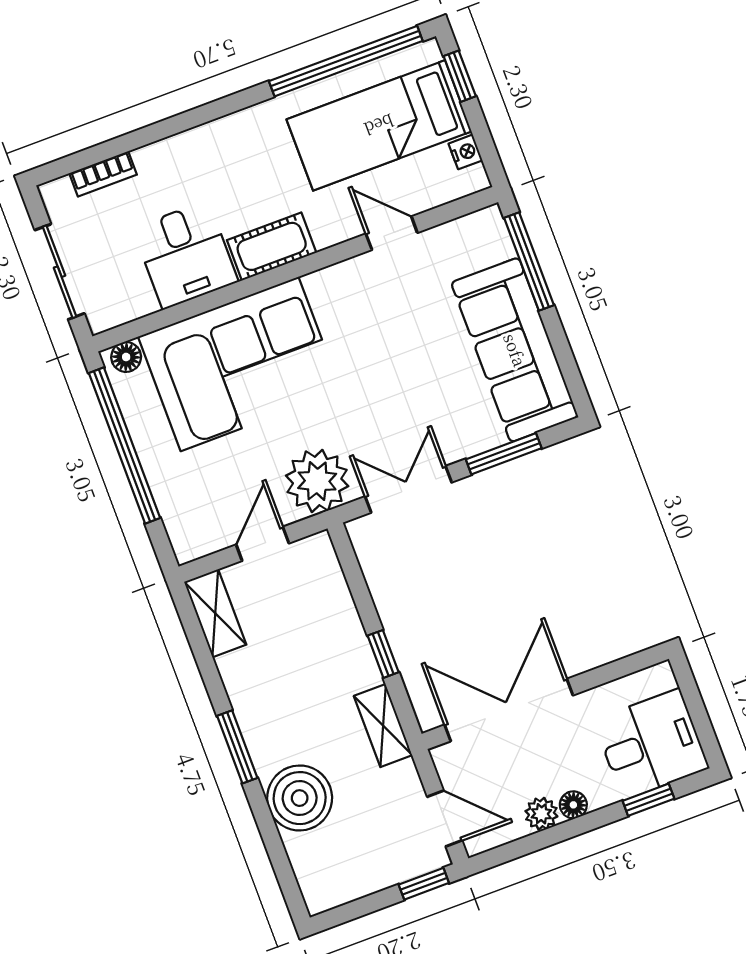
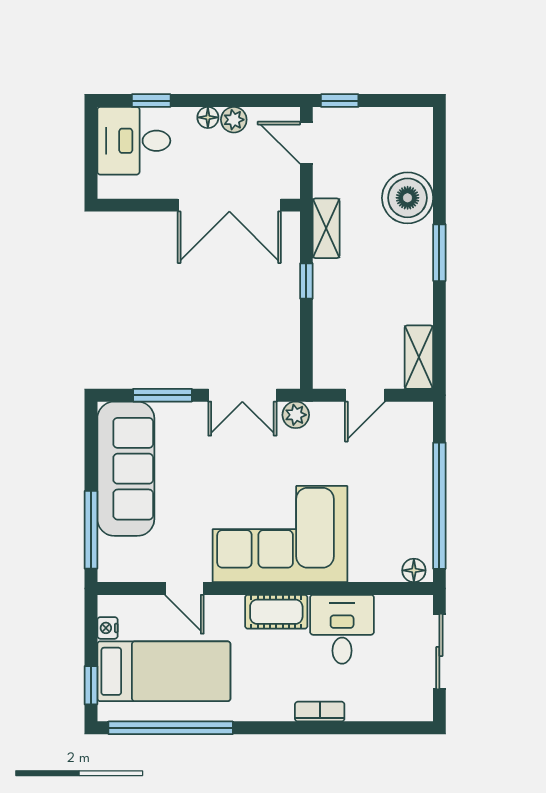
bookcase: (103, 174) -> (320, 712), moved
corner sofa: (240, 364) -> (280, 534), moved
plant: (317, 481) -> (296, 415), width x0.53, depth x0.53

